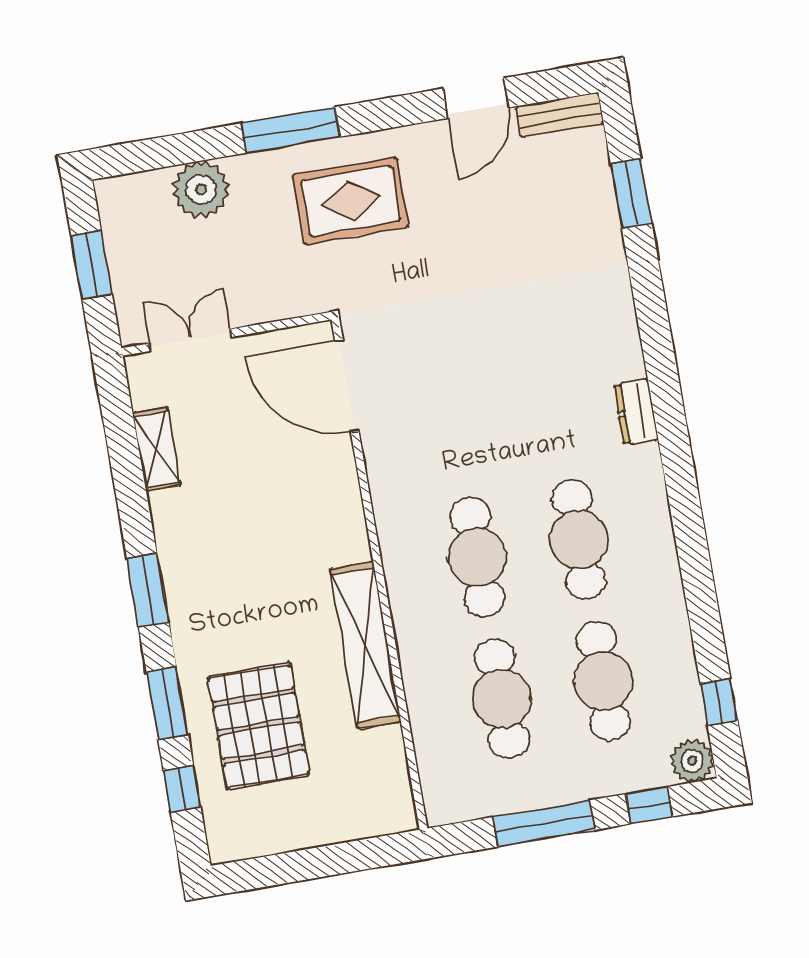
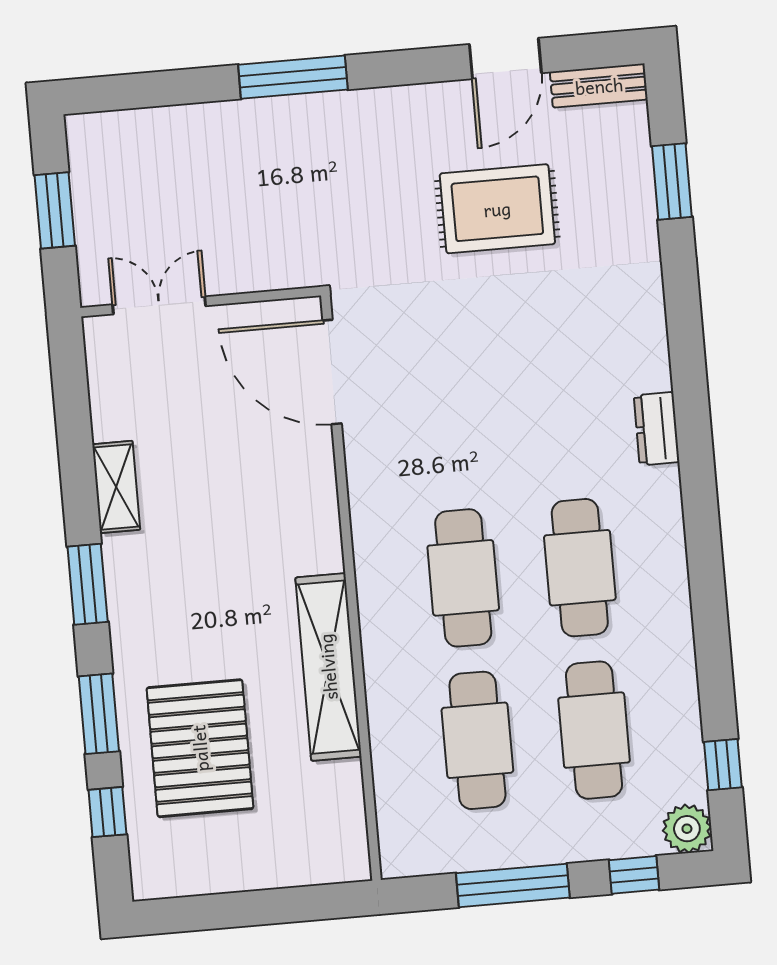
plant: (201, 190) -> (186, 136), removed
rug: (351, 201) -> (497, 209), moved
shelving: (157, 449) -> (116, 487), moved

